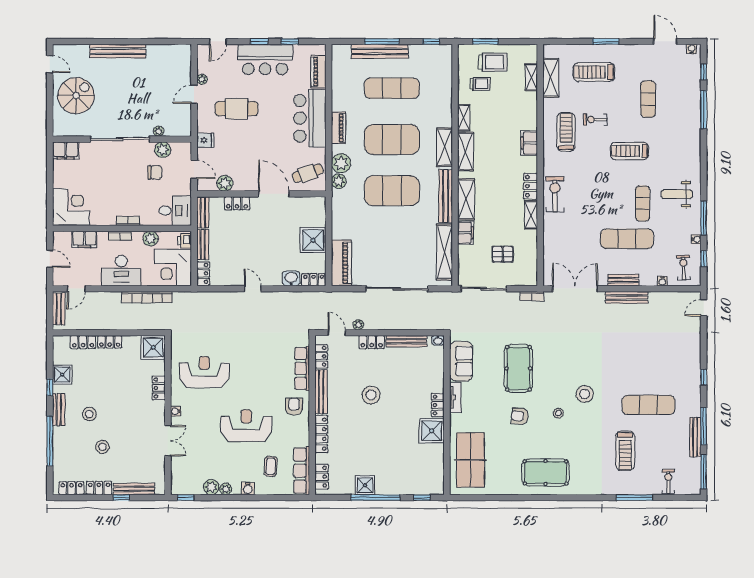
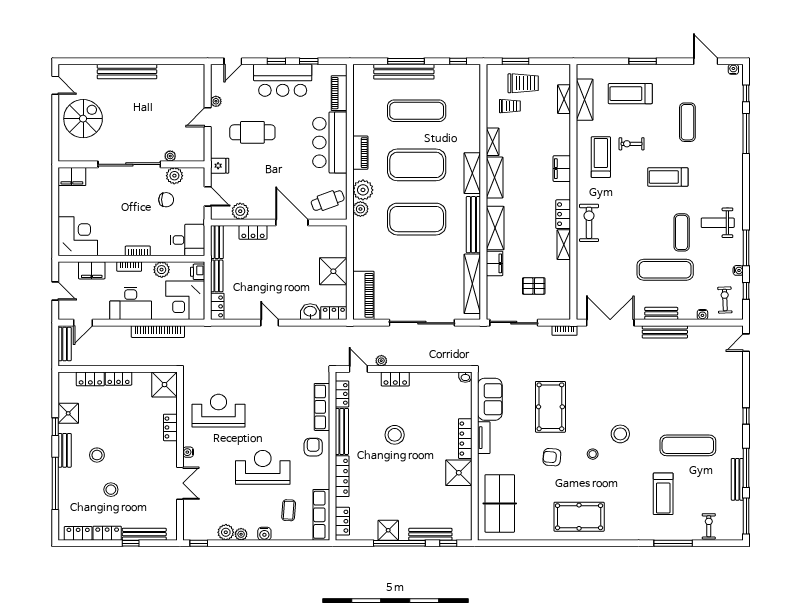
bench: (406, 341) -> (430, 534), moved
locker: (438, 405) -> (465, 439), width x1.53

